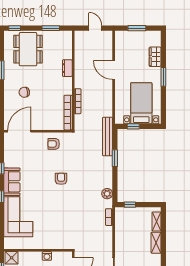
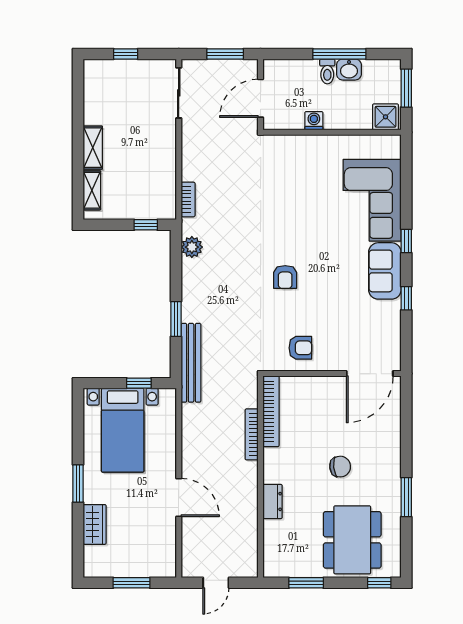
door: (95, 28) -> (216, 583), hinge flipped
chair: (24, 92) -> (340, 467), moved

